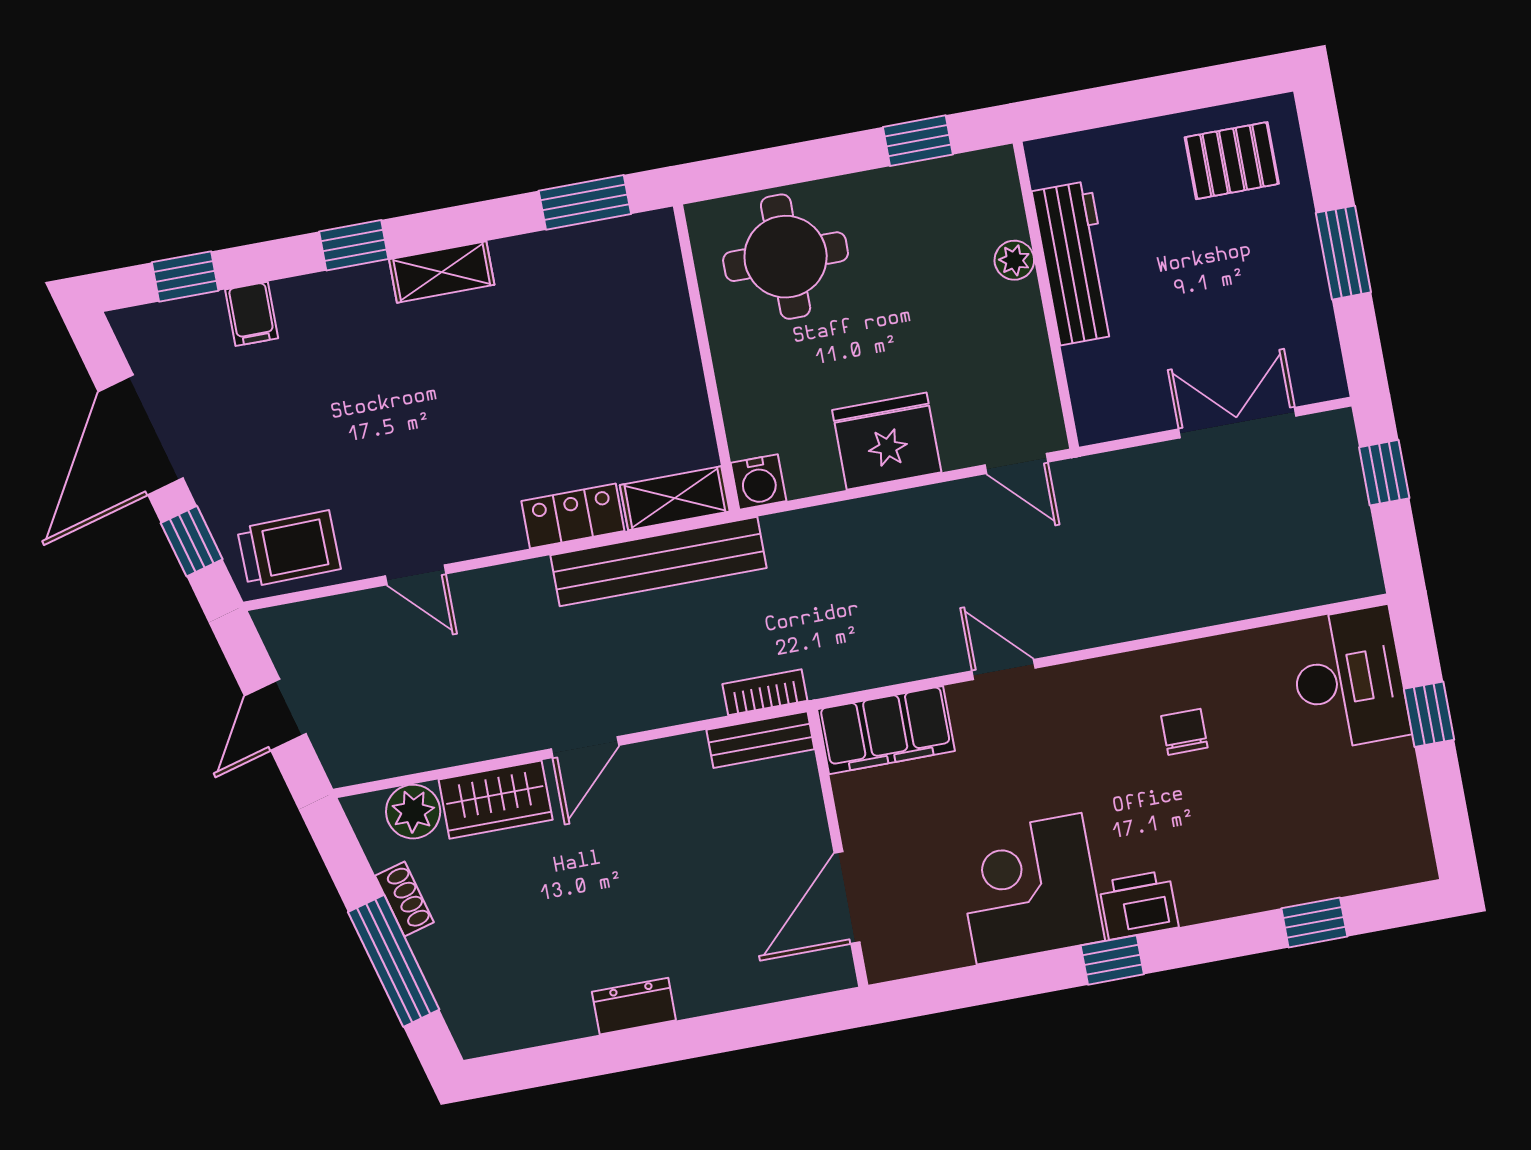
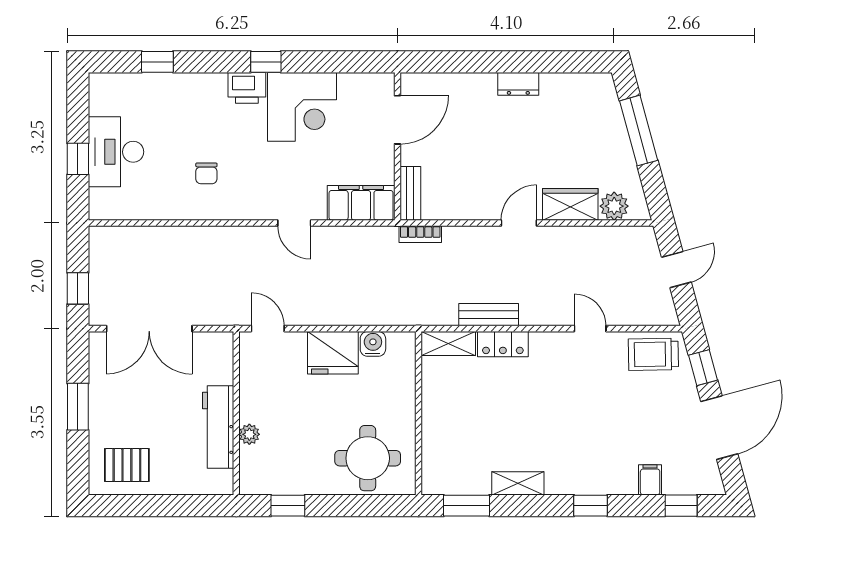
shelving: (442, 272) -> (518, 483), moved
double door: (1237, 423) -> (149, 329), width x1.37
water cooler: (759, 482) -> (373, 344), moved
bench: (658, 562) -> (489, 315), width x0.54, depth x0.82
desk: (1349, 679) -> (116, 152), moved
bench: (760, 740) -> (410, 193), moved, turned 90
shoe rack: (404, 899) -> (627, 162), removed

